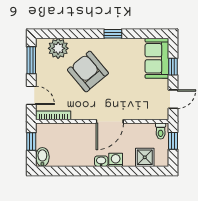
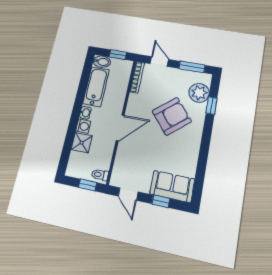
window: (113, 34) -> (212, 106), moved
door: (31, 95) -> (159, 62), swing flipped
door: (110, 121) -> (120, 128), swing flipped
bathtub: (71, 157) -> (96, 87), added
shower: (145, 157) -> (82, 143), moved

